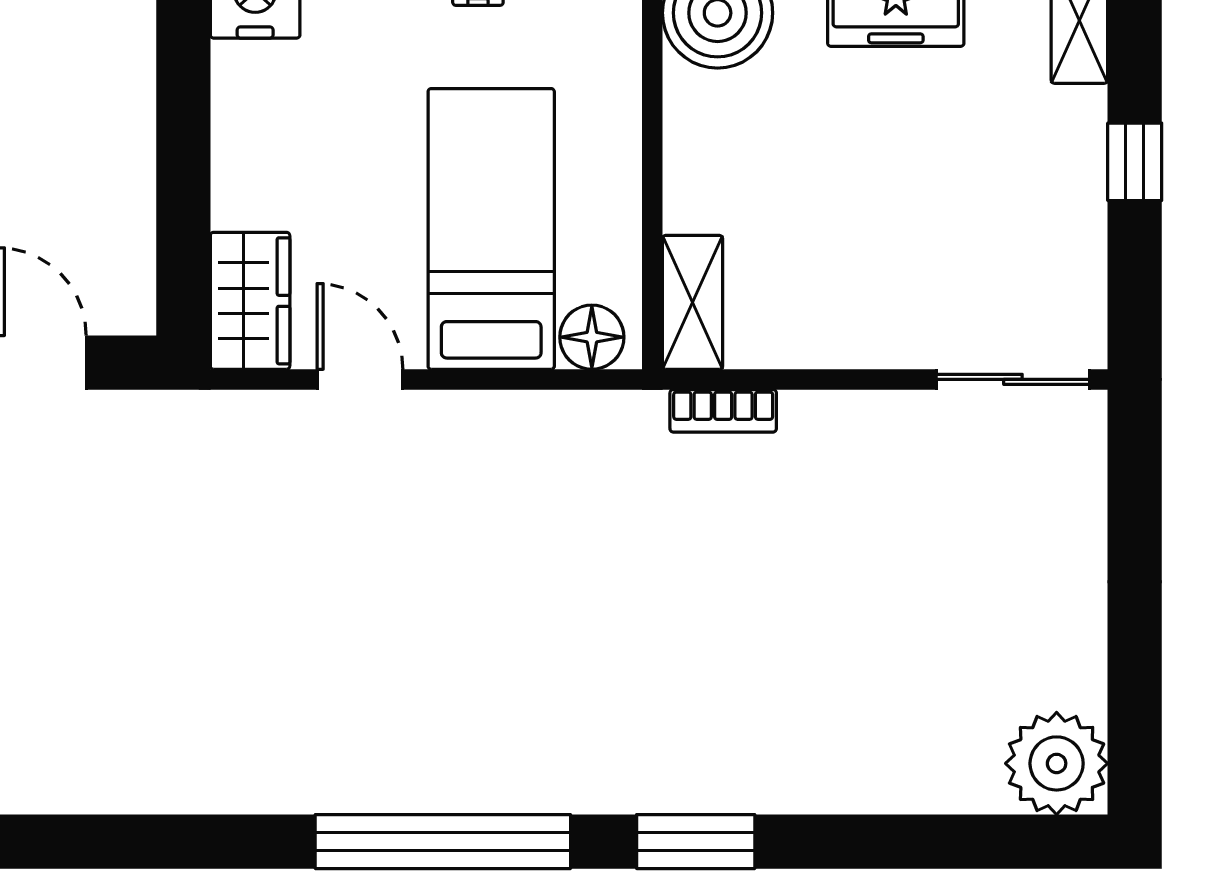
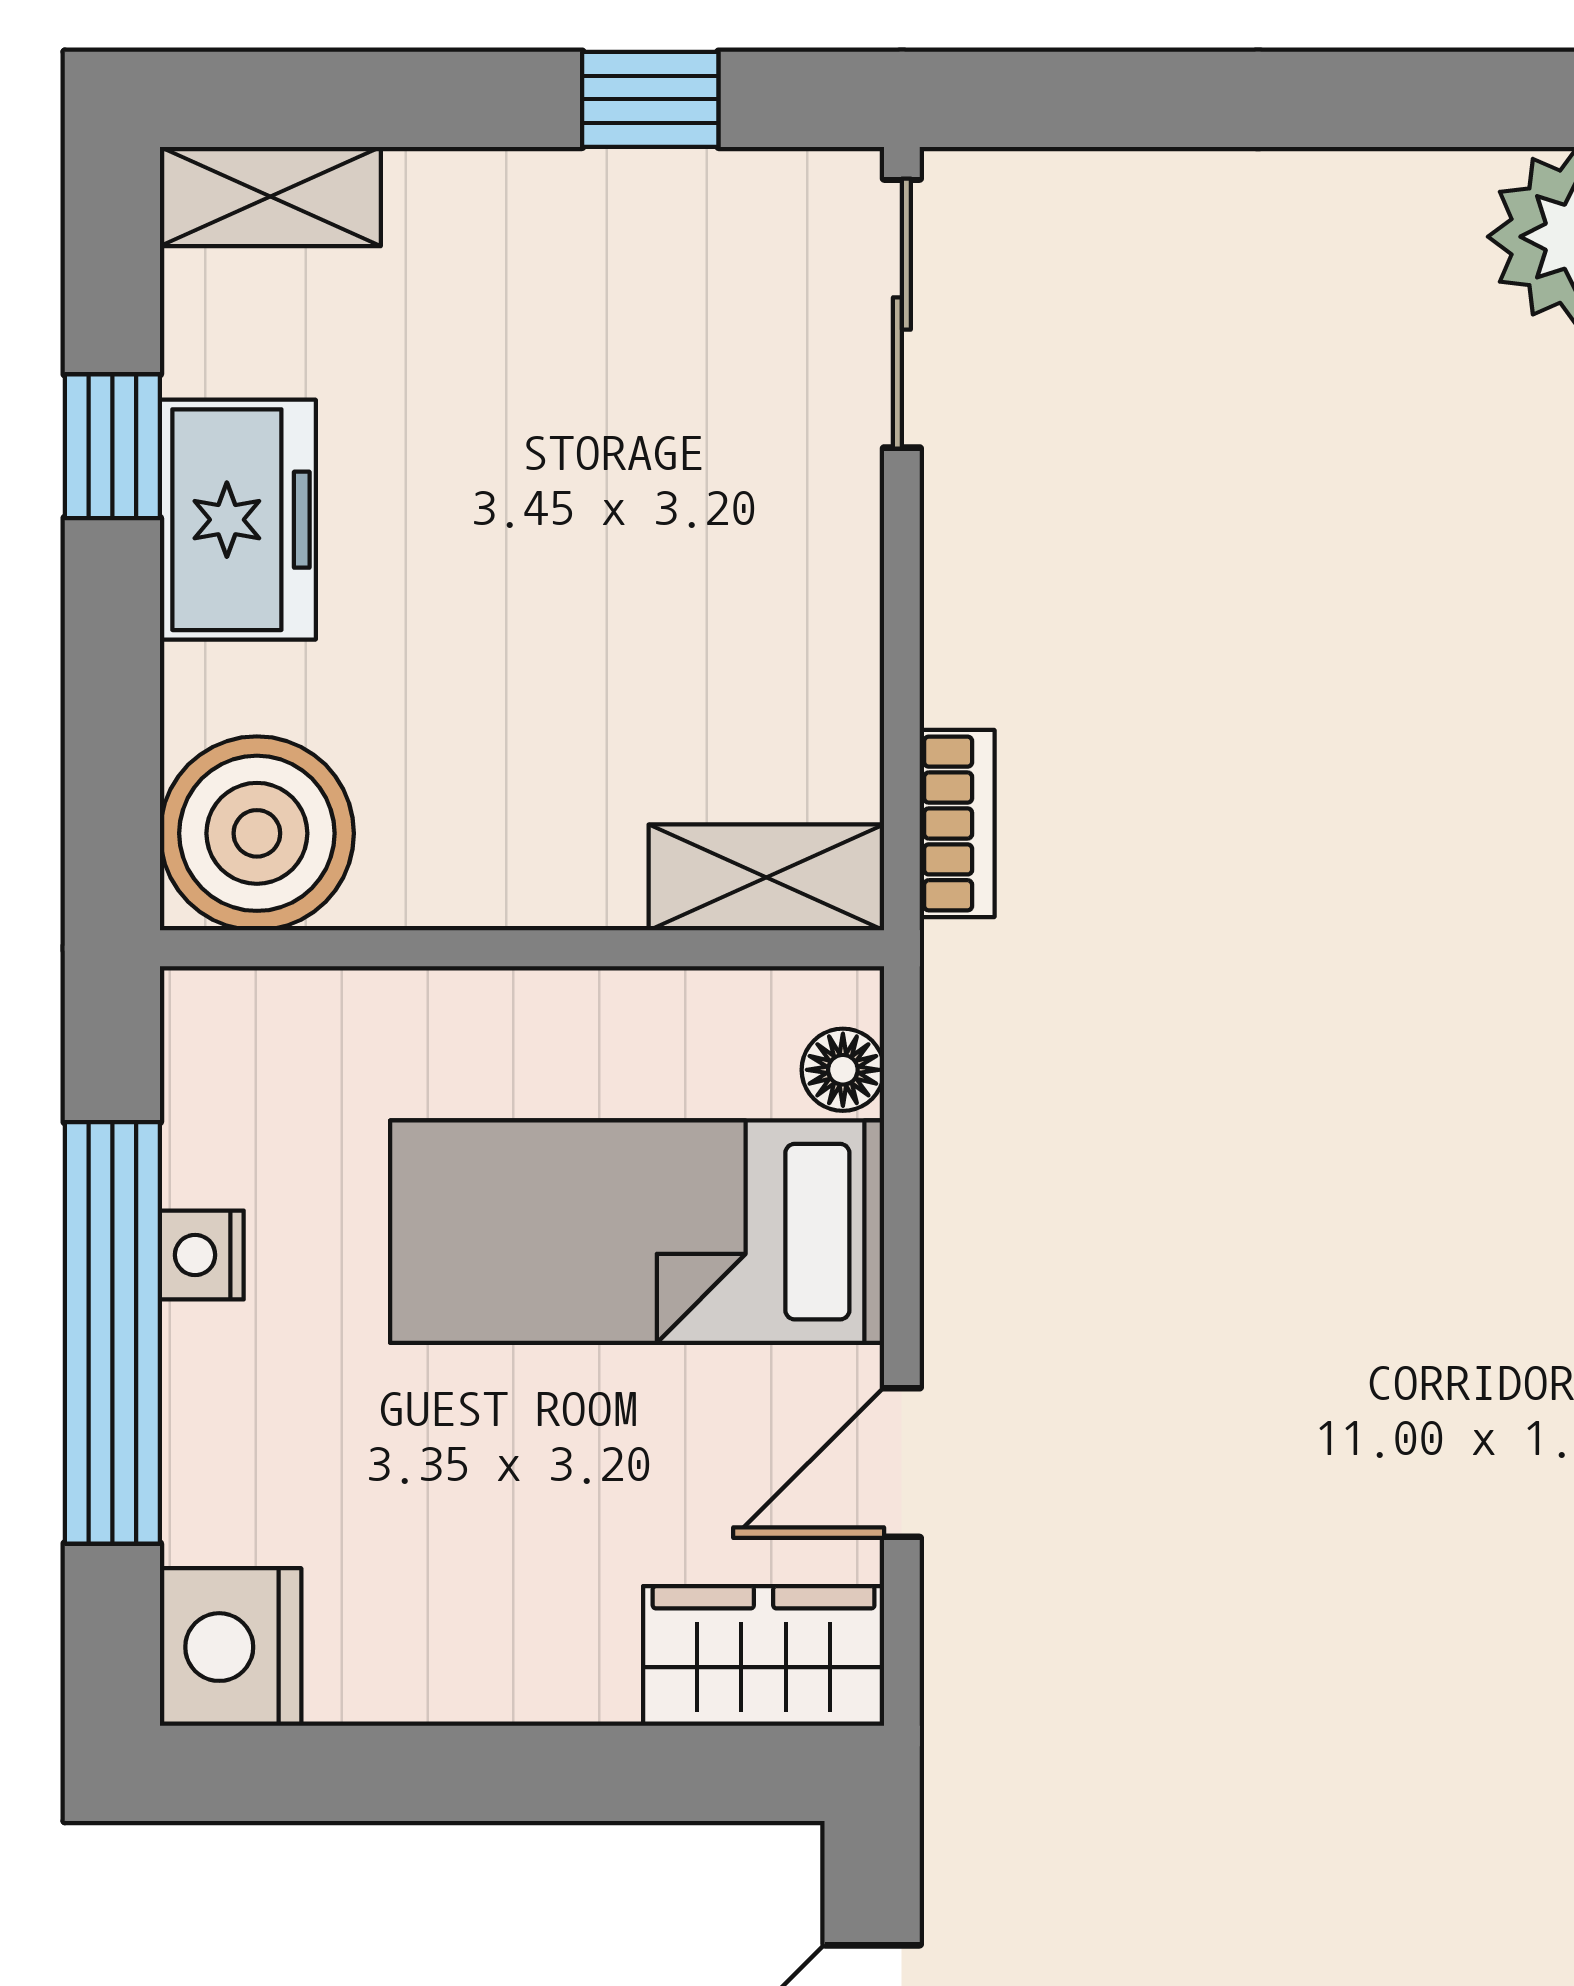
window: (1135, 162) -> (650, 99), moved
floor lamp: (592, 337) -> (843, 1070), width x0.73, depth x0.73

